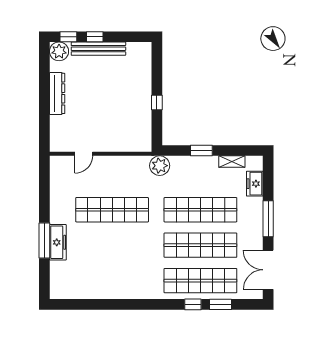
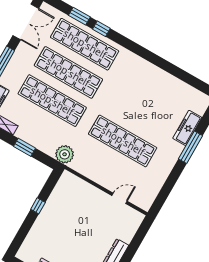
freezer: (58, 242) -> (187, 128), moved

